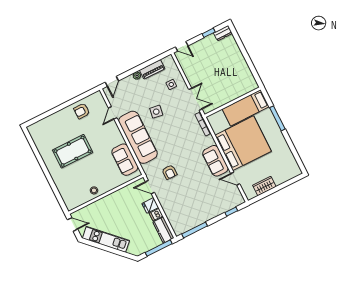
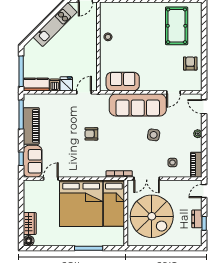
dresser: (223, 33) -> (197, 219), moved
piano: (152, 69) -> (196, 165), moved
spiral stairs: (224, 79) -> (152, 216), added
bed: (246, 108) -> (114, 203), moved, turned 180
door: (113, 113) -> (173, 92), swing flipped
pool table: (73, 151) -> (177, 26), moved
sofa: (215, 161) -> (33, 161), moved, turned 90
floor lamp: (296, 171) -> (29, 241), added
armchair: (169, 172) -> (91, 134), moved
wardrobe: (264, 186) -> (30, 223), moved
piano: (200, 217) -> (31, 126), added

